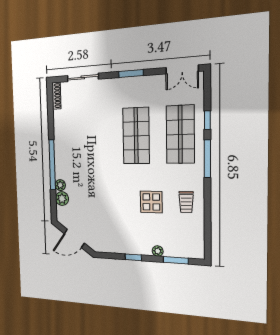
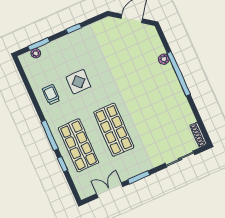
double door: (182, 69) -> (110, 190), moved
plant: (62, 199) -> (157, 48), removed
plant: (158, 251) -> (36, 53), moved

